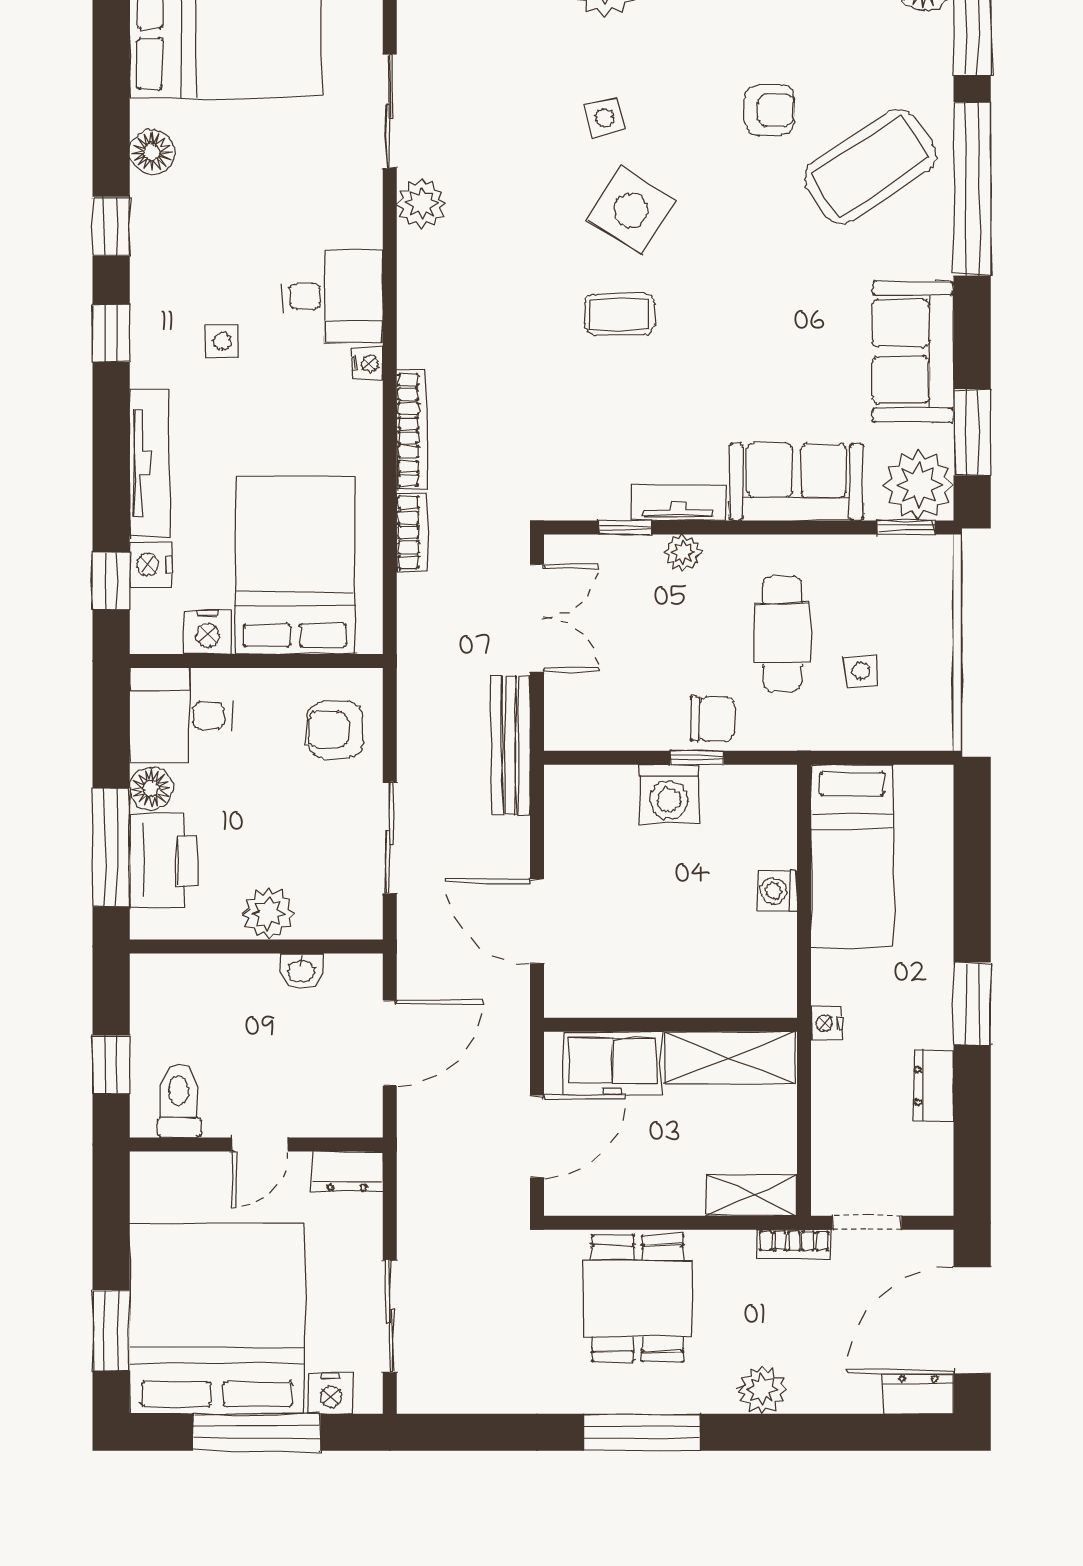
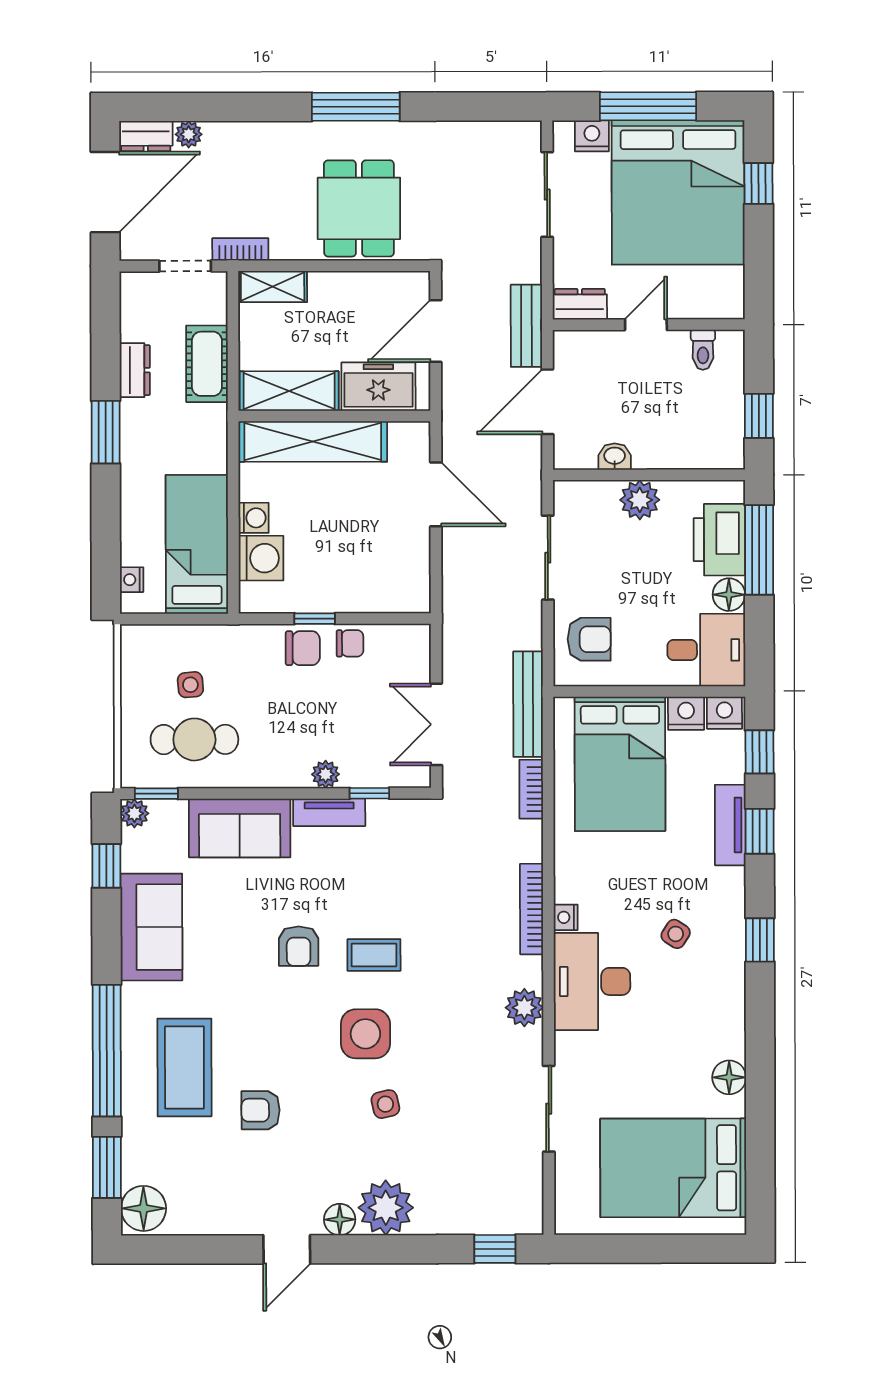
coffee table: (870, 166) -> (184, 1067), turned -56
plant: (422, 204) -> (524, 1008), moved
side table: (631, 210) -> (365, 1034), turned -32
window: (111, 226) -> (760, 831), moved
desk: (332, 296) -> (592, 981), width x1.37
armchair: (719, 326) -> (299, 946), added
side table: (222, 341) -> (676, 934), turned 33
bookcase: (412, 430) -> (532, 909), moved
window: (972, 432) -> (106, 866), width x0.67
tv unit: (150, 463) -> (730, 825), width x0.71
plant: (919, 485) -> (134, 813), width x0.53, depth x0.53
nightstand: (151, 565) -> (724, 713), moved, turned -90
cafe table: (783, 633) -> (194, 739), moved, turned 90
chair: (713, 719) -> (303, 648), turned 180
chair: (651, 725) -> (350, 643), added
bench: (511, 745) -> (528, 704), moved
washing machine: (669, 794) -> (261, 558), moved, turned 90
shelving: (699, 991) -> (313, 442), added
nightstand: (826, 1023) -> (132, 580), moved, turned 180
window: (111, 1065) -> (759, 416), moved
cot: (838, 1094) -> (207, 364), added
toilet: (179, 1101) -> (703, 350), width x0.73, depth x0.72
bench: (417, 1143) -> (526, 326), added
window: (111, 1330) -> (759, 183), width x0.67
plant: (762, 1390) -> (189, 134), moved, width x0.73, depth x0.73

